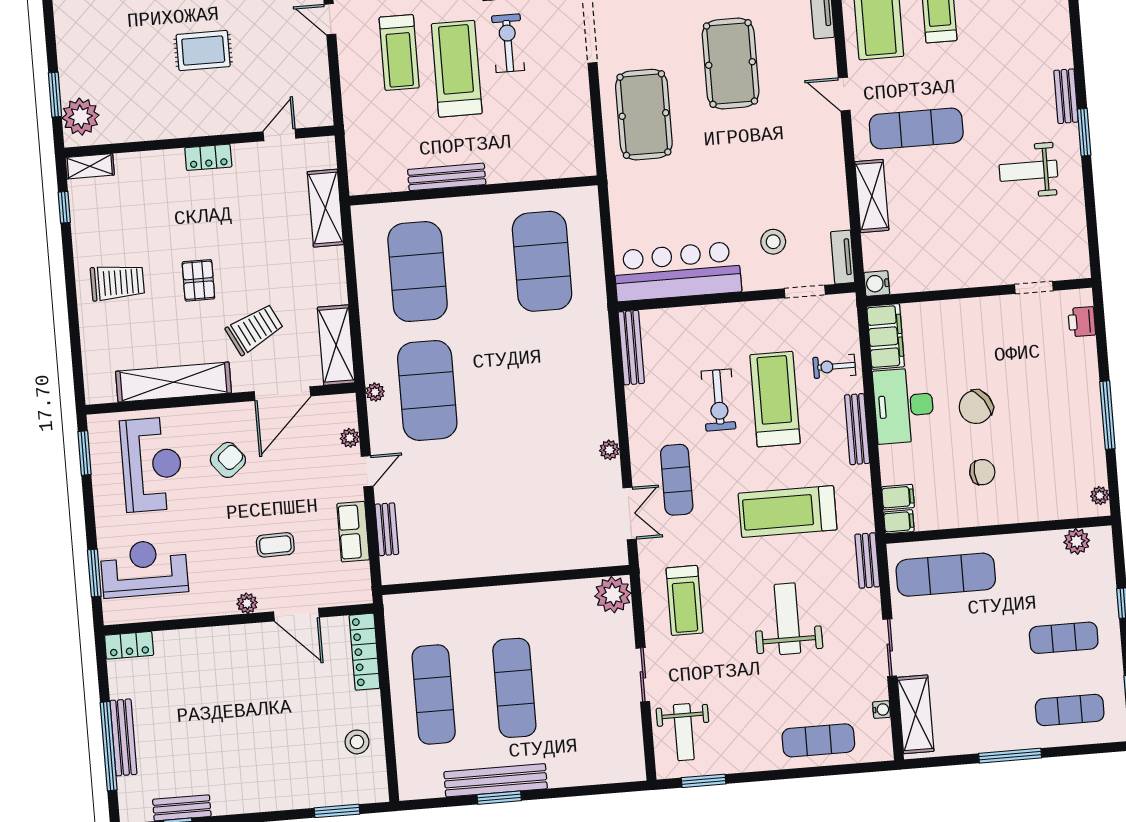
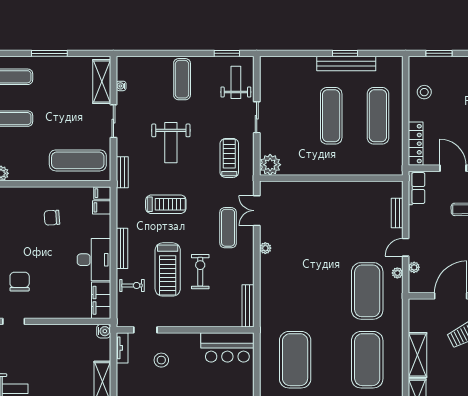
bar counter: (677, 271) -> (227, 347), width x0.73
shelving: (336, 345) -> (417, 355), moved
plant: (375, 392) -> (397, 273), moved
chair: (976, 407) -> (20, 282), moved, turned -55
treadmill: (788, 511) -> (166, 204), width x0.73, depth x0.73
row of seats: (353, 532) -> (417, 188), moved
exercise mat: (818, 740) -> (182, 79), moved, turned 90

